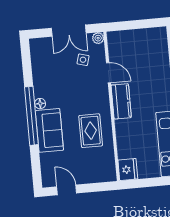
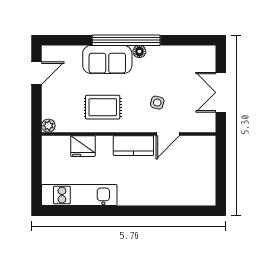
plant: (98, 38) -> (48, 126), moved
side table: (83, 60) -> (157, 103), moved
fridge: (128, 170) -> (83, 146), moved

